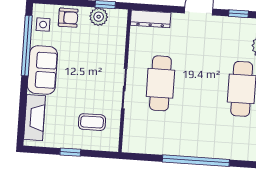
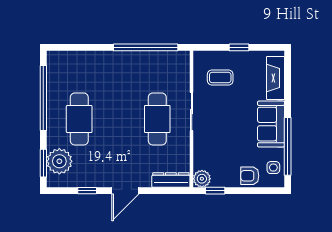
plant: (99, 17) -> (202, 179), moved
window: (196, 161) -> (146, 47), moved

